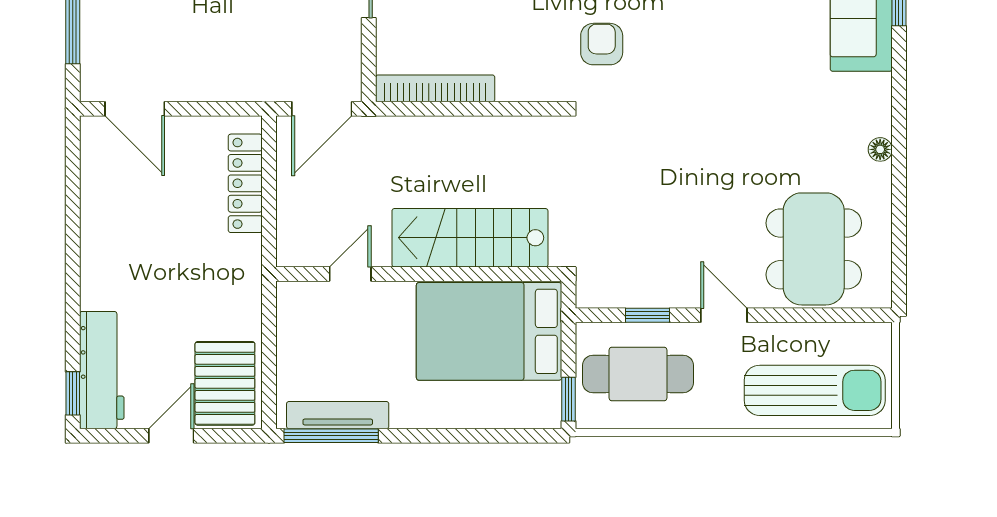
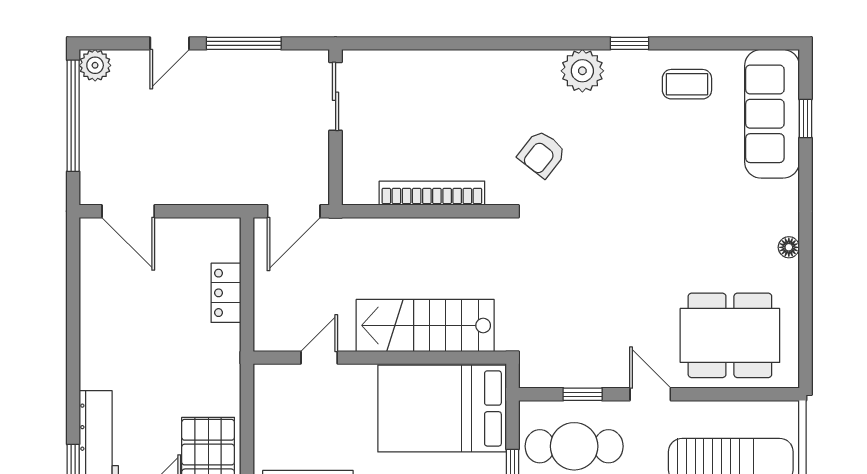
armchair: (602, 44) -> (542, 154), turned -142
bookcase: (435, 88) -> (432, 193), moved
locker: (245, 183) -> (226, 293), width x0.66
dining table: (814, 249) -> (730, 335), turned 90

